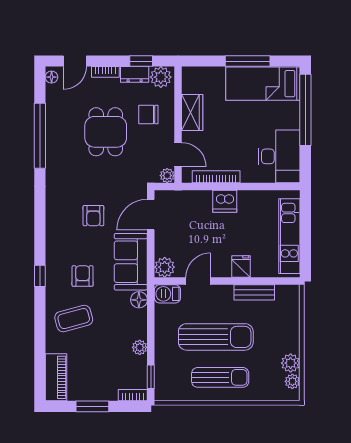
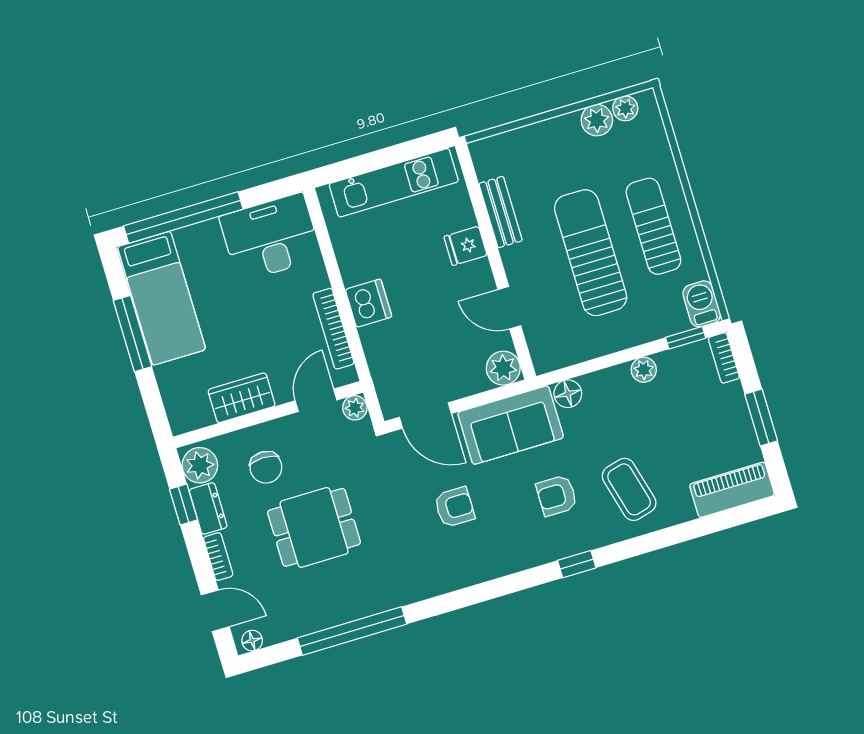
barbecue: (167, 294) -> (702, 304), moved, turned 180

